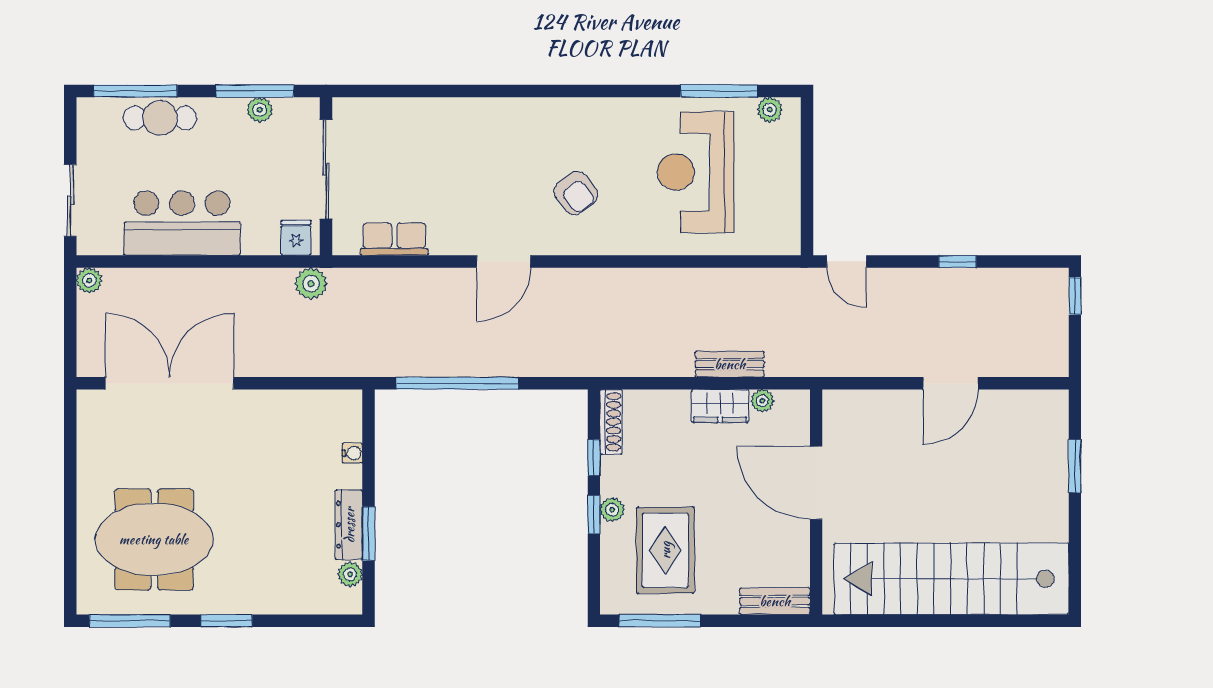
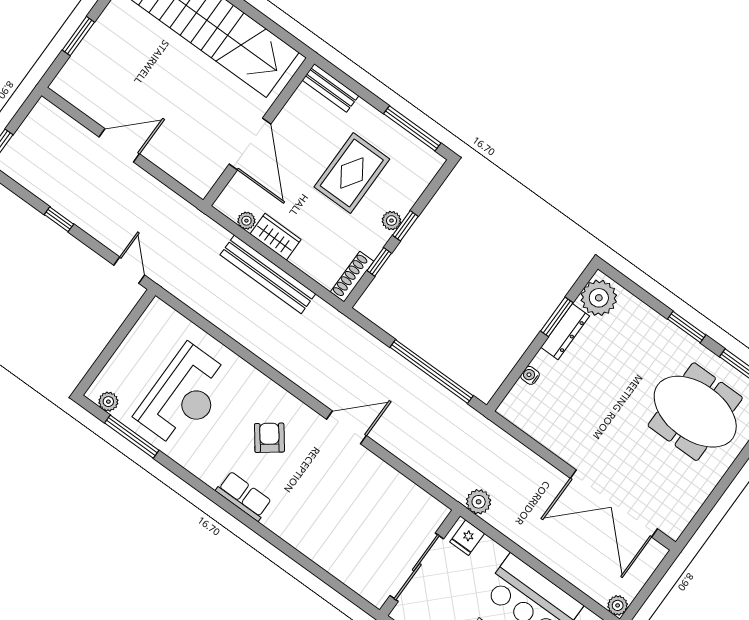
row of seats: (394, 239) -> (244, 496), moved, turned 180
bench: (730, 364) -> (268, 274), width x1.86, depth x1.21
rug: (665, 550) -> (352, 173), moved
plant: (350, 574) -> (599, 298), width x1.88, depth x1.88

